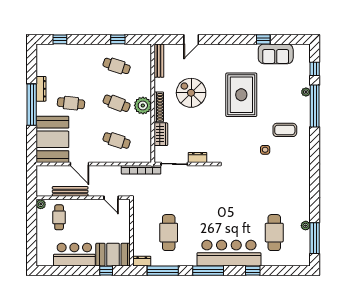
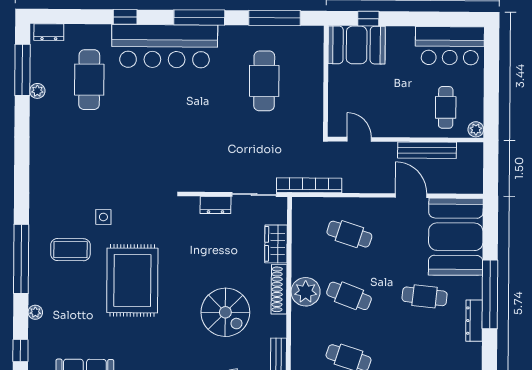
rug: (241, 95) -> (132, 280), moved
window: (315, 106) -> (21, 259), moved
bar counter: (74, 255) -> (450, 46), moved
dresser: (142, 261) -> (49, 32), moved

